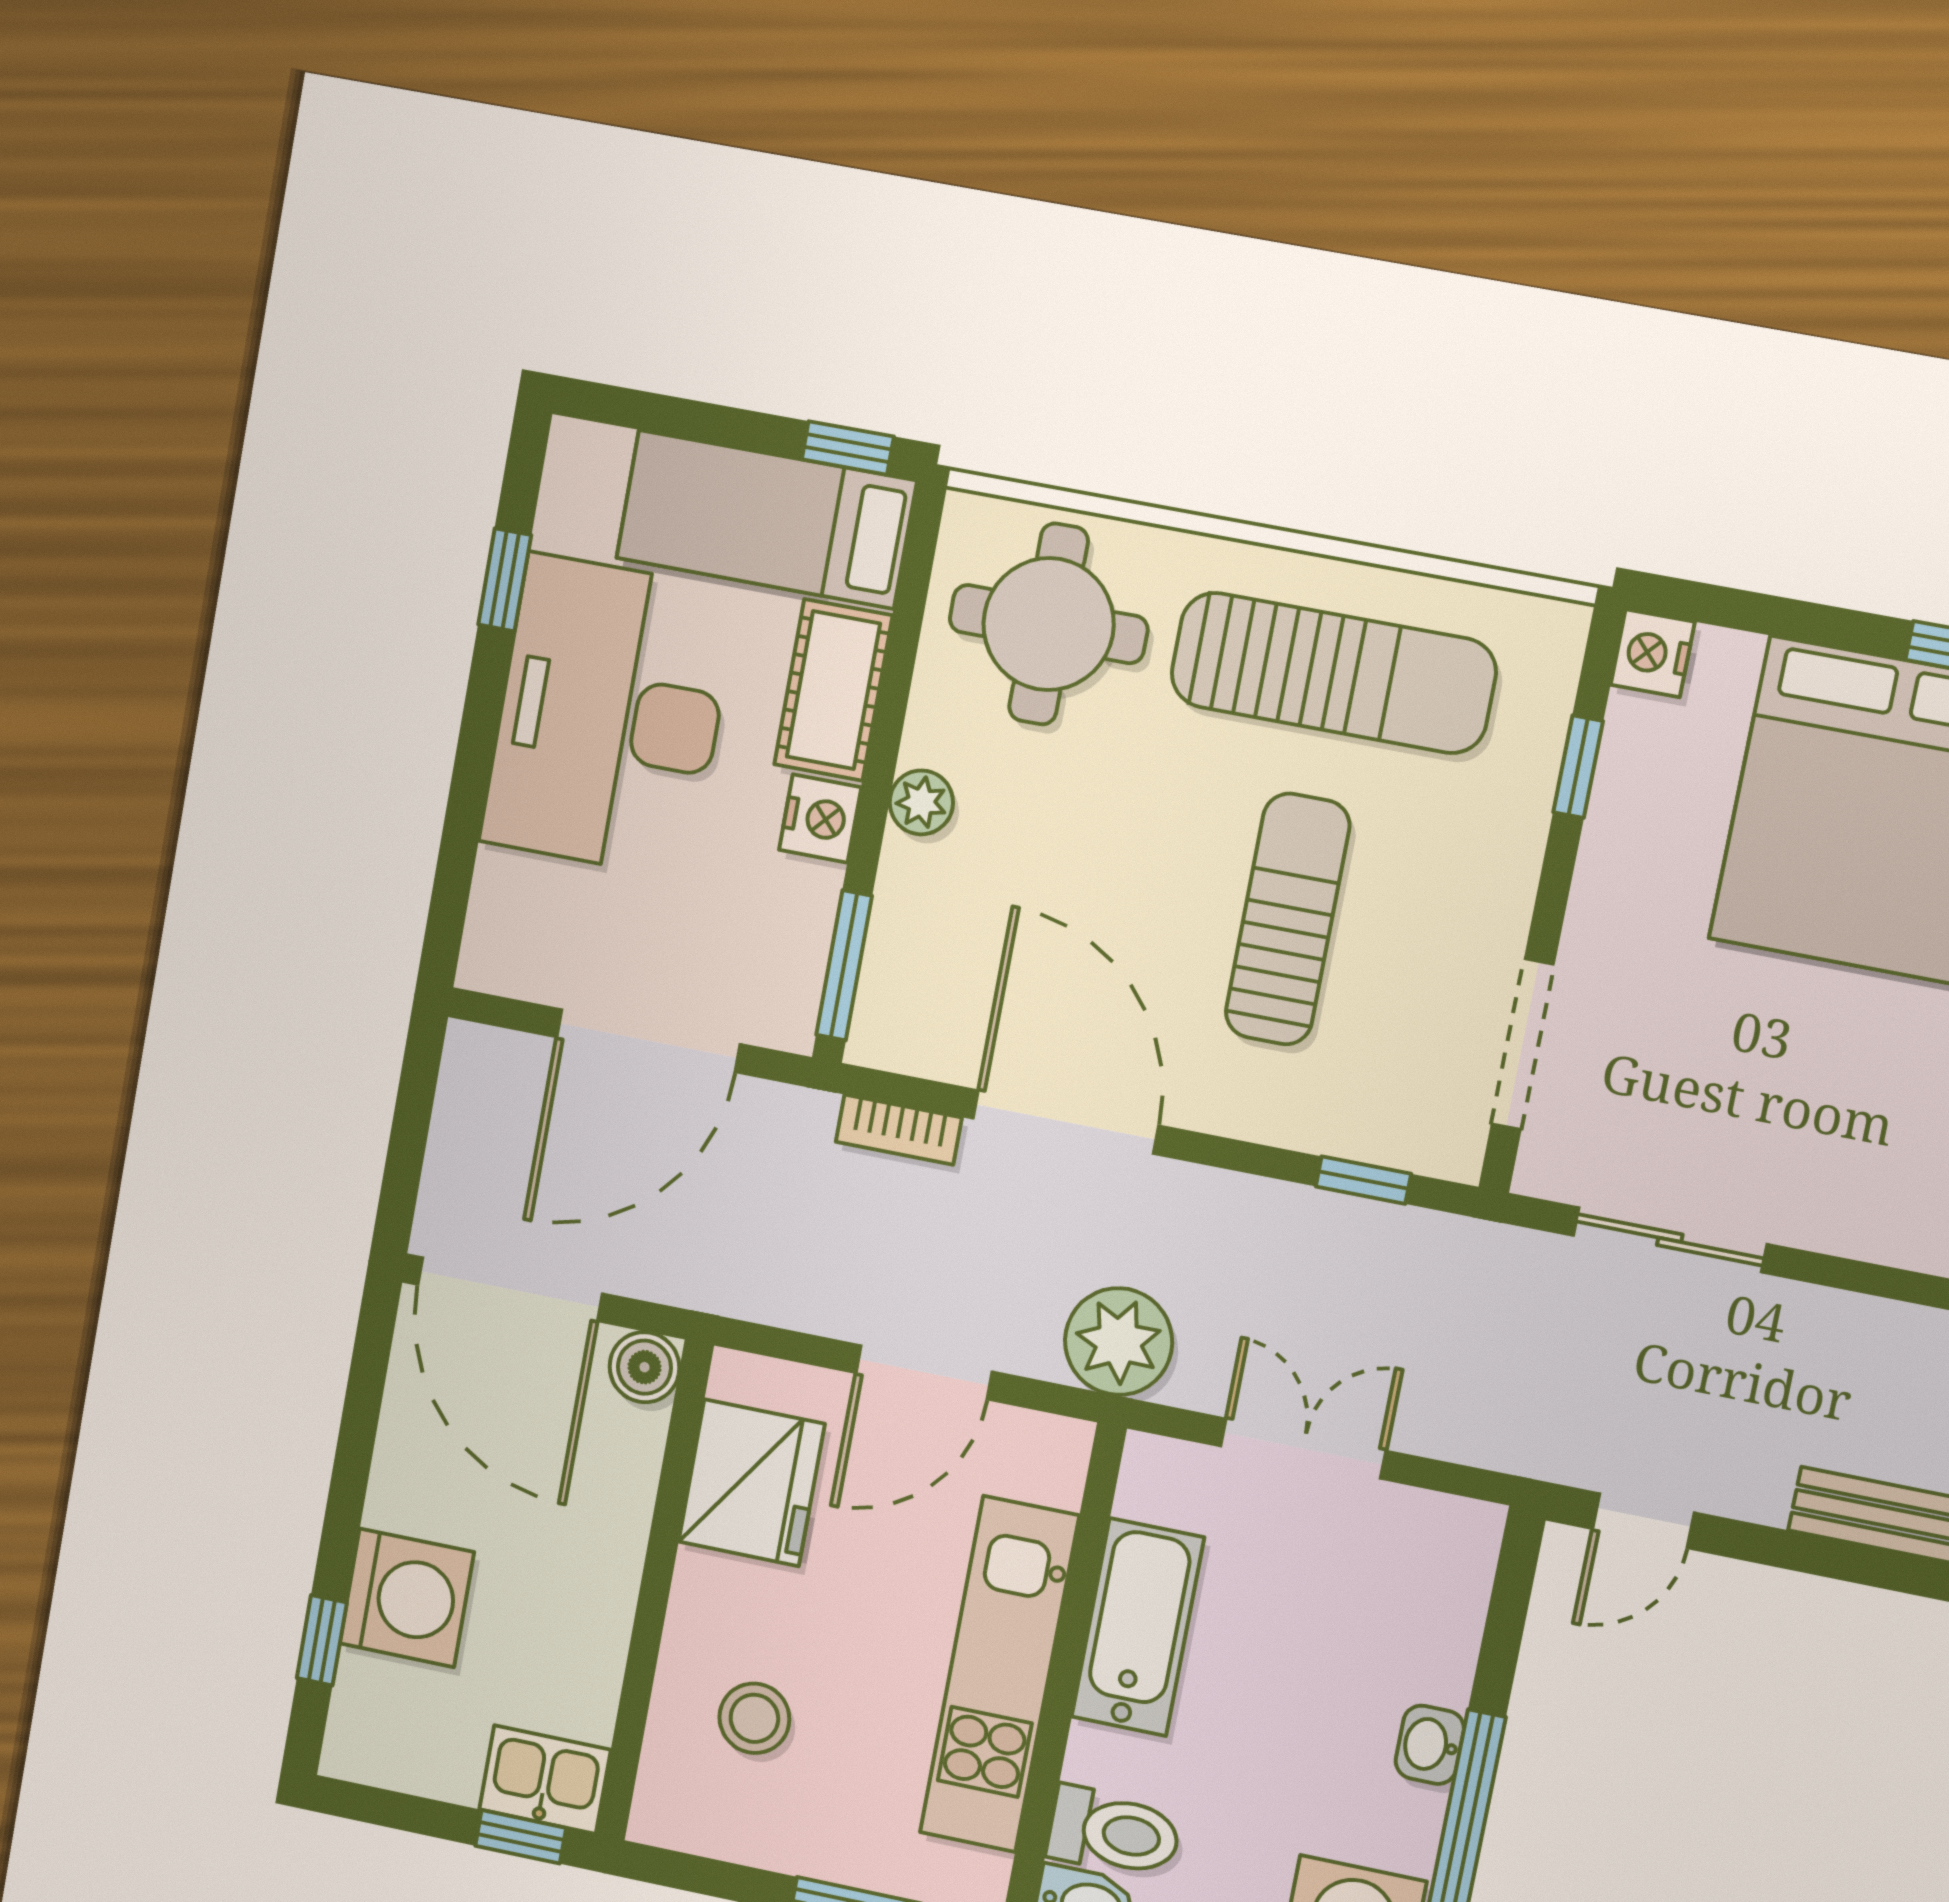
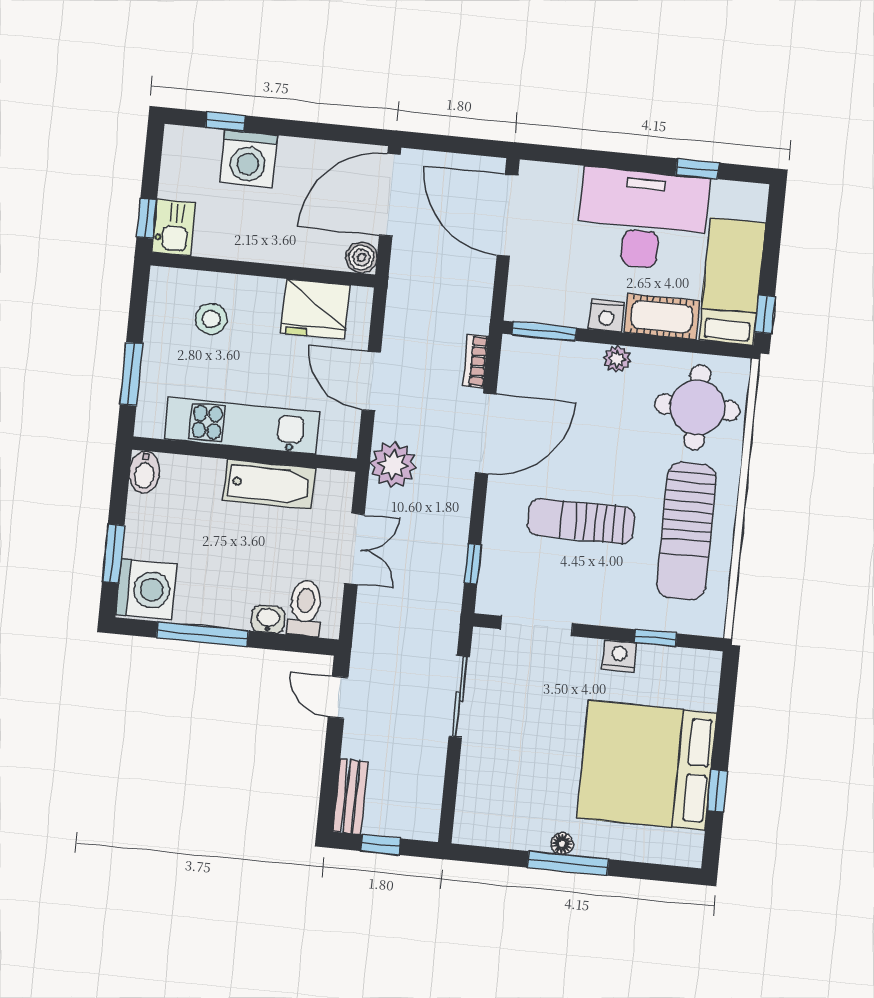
nightstand: (1653, 653) -> (619, 656), moved
sun lounger: (1288, 919) -> (581, 521), turned 180
door: (648, 1041) -> (507, 215), moved
washbasin: (1430, 1745) -> (268, 619), moved
toilet: (1114, 1832) -> (305, 608), moved, turned 180

